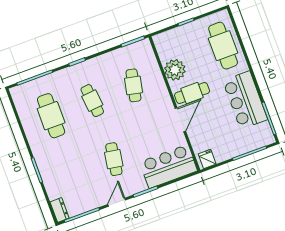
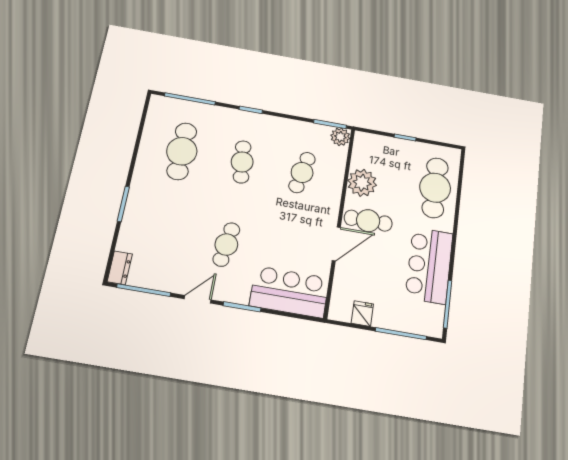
plant: (144, 46) -> (340, 137), added
fridge: (207, 159) -> (362, 313), moved

